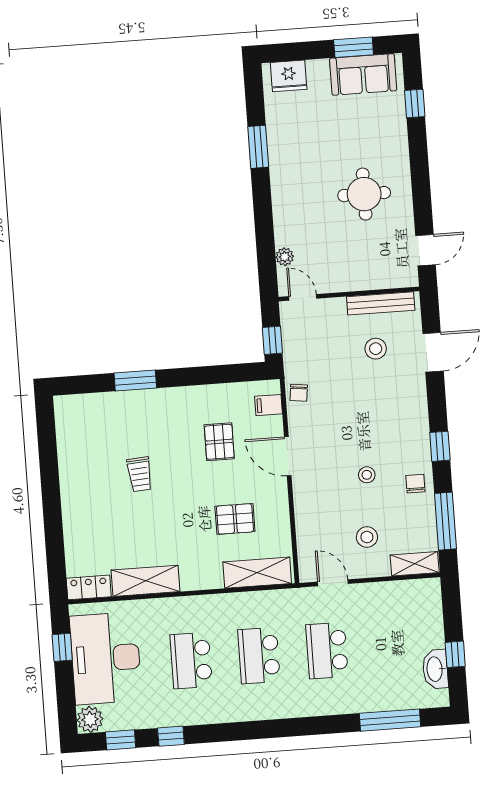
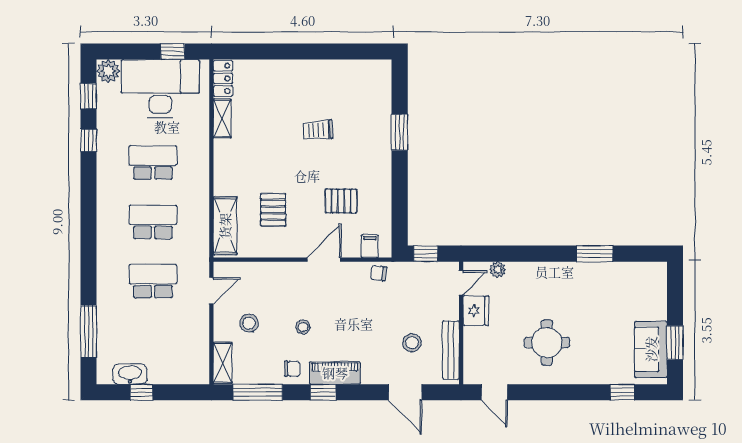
fridge: (289, 76) -> (476, 311), moved, turned 180
piano: (417, 434) -> (335, 373), added
shelving: (145, 581) -> (222, 118), width x0.67, depth x0.75

